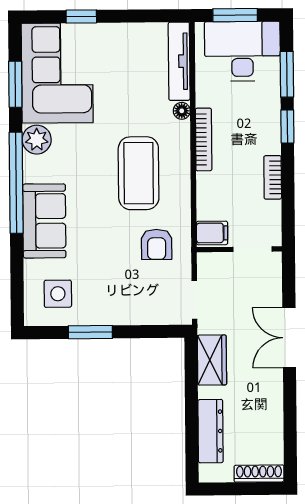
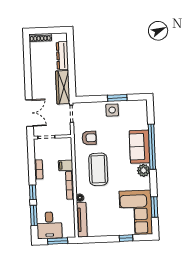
desk: (242, 51) -> (49, 225), width x0.73
plant: (37, 140) -> (144, 170), moved
window: (16, 183) -> (152, 147), moved
filing cabinet: (212, 233) -> (66, 165), moved
armchair: (157, 244) -> (89, 138), turned 90
side table: (58, 294) -> (112, 110), moved
double door: (289, 338) -> (29, 113), moved
wardrobe: (212, 360) -> (63, 87), width x1.50

